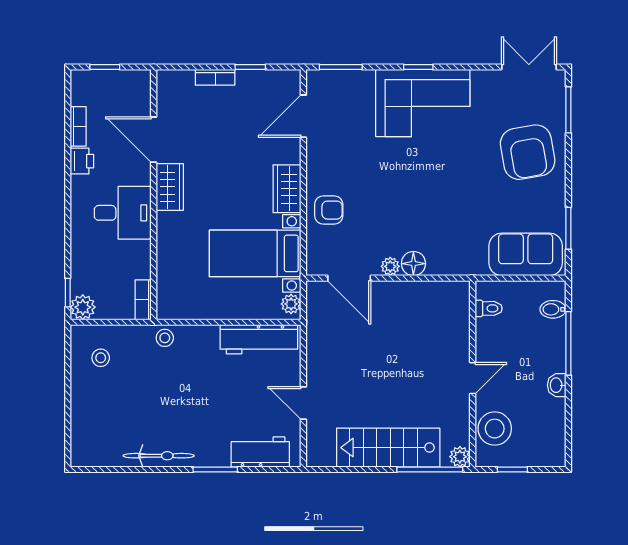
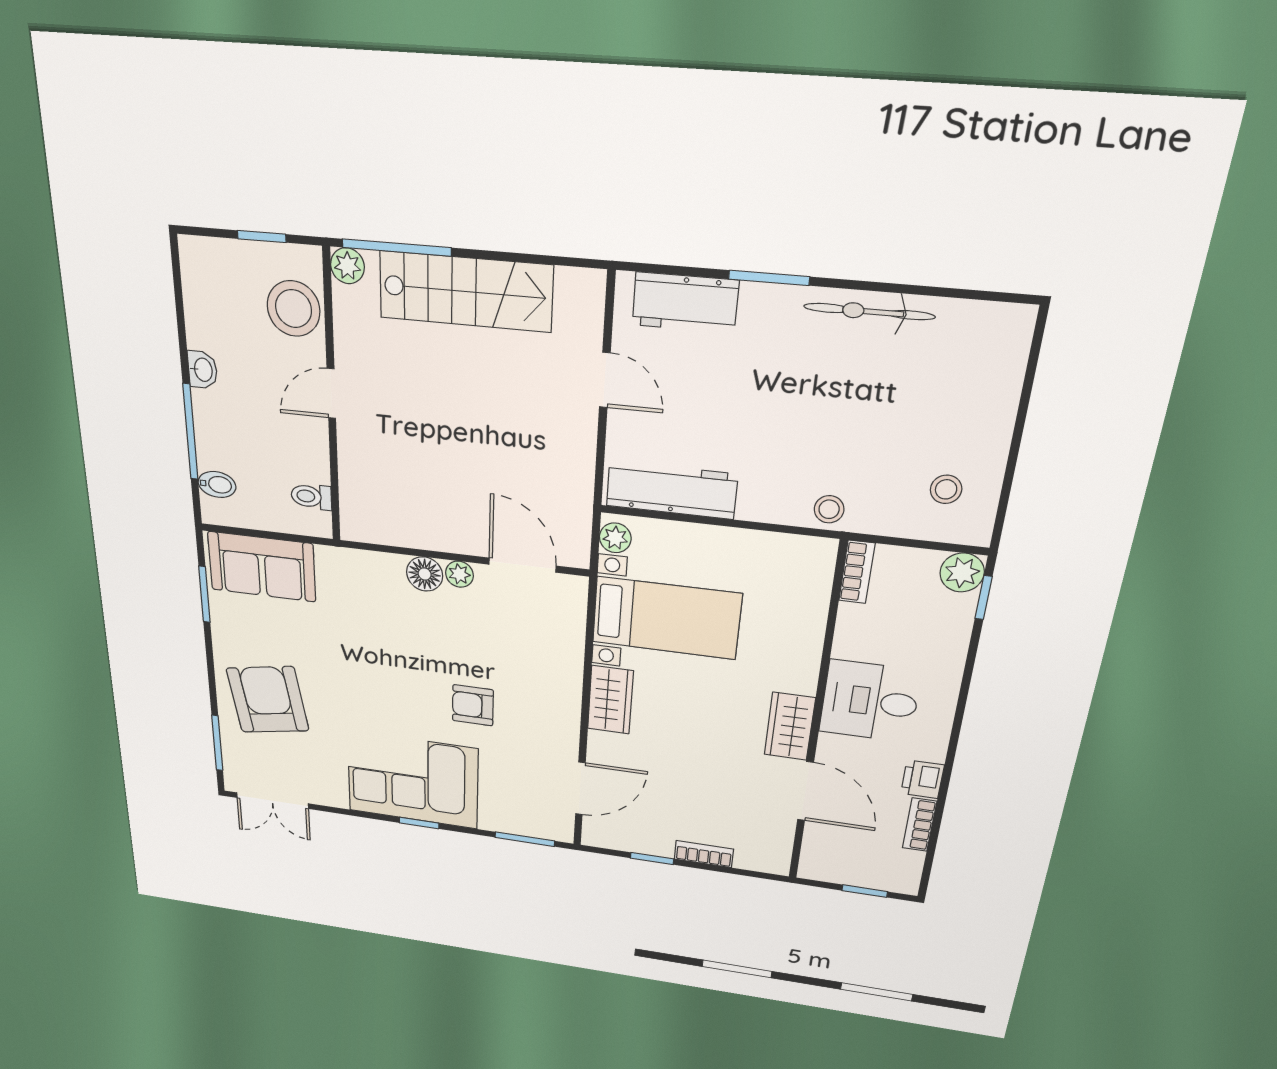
armchair: (329, 210) -> (473, 705), moved

